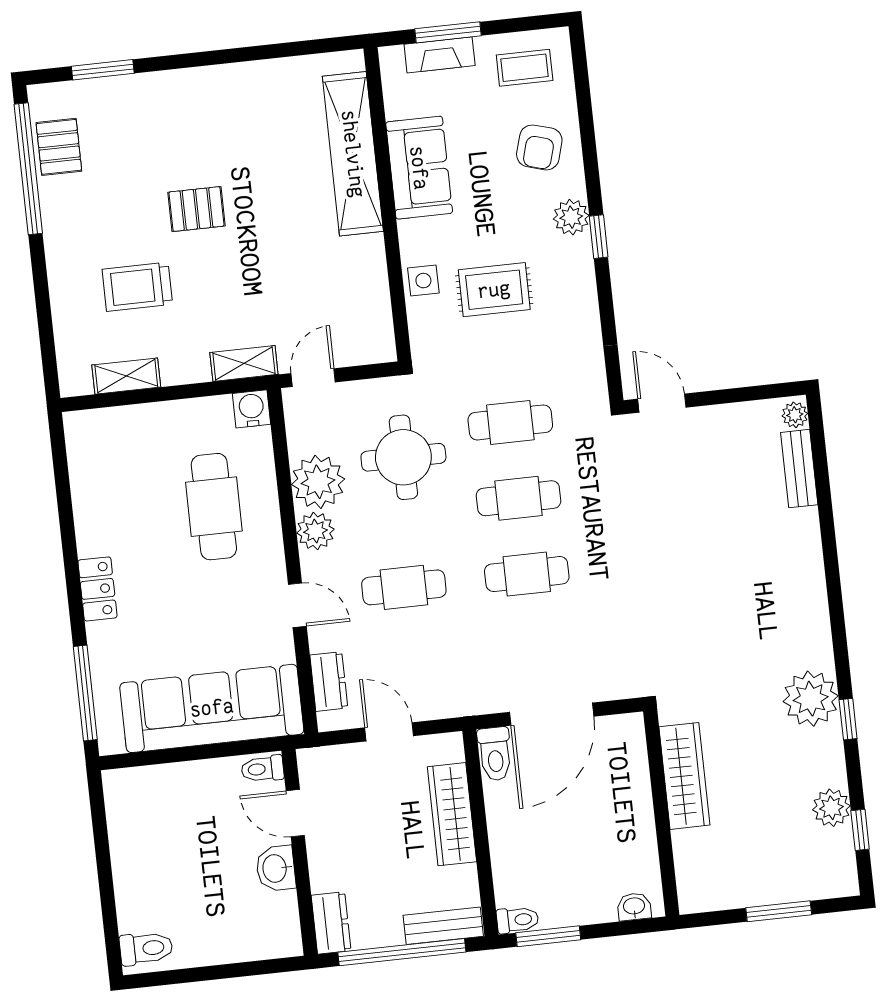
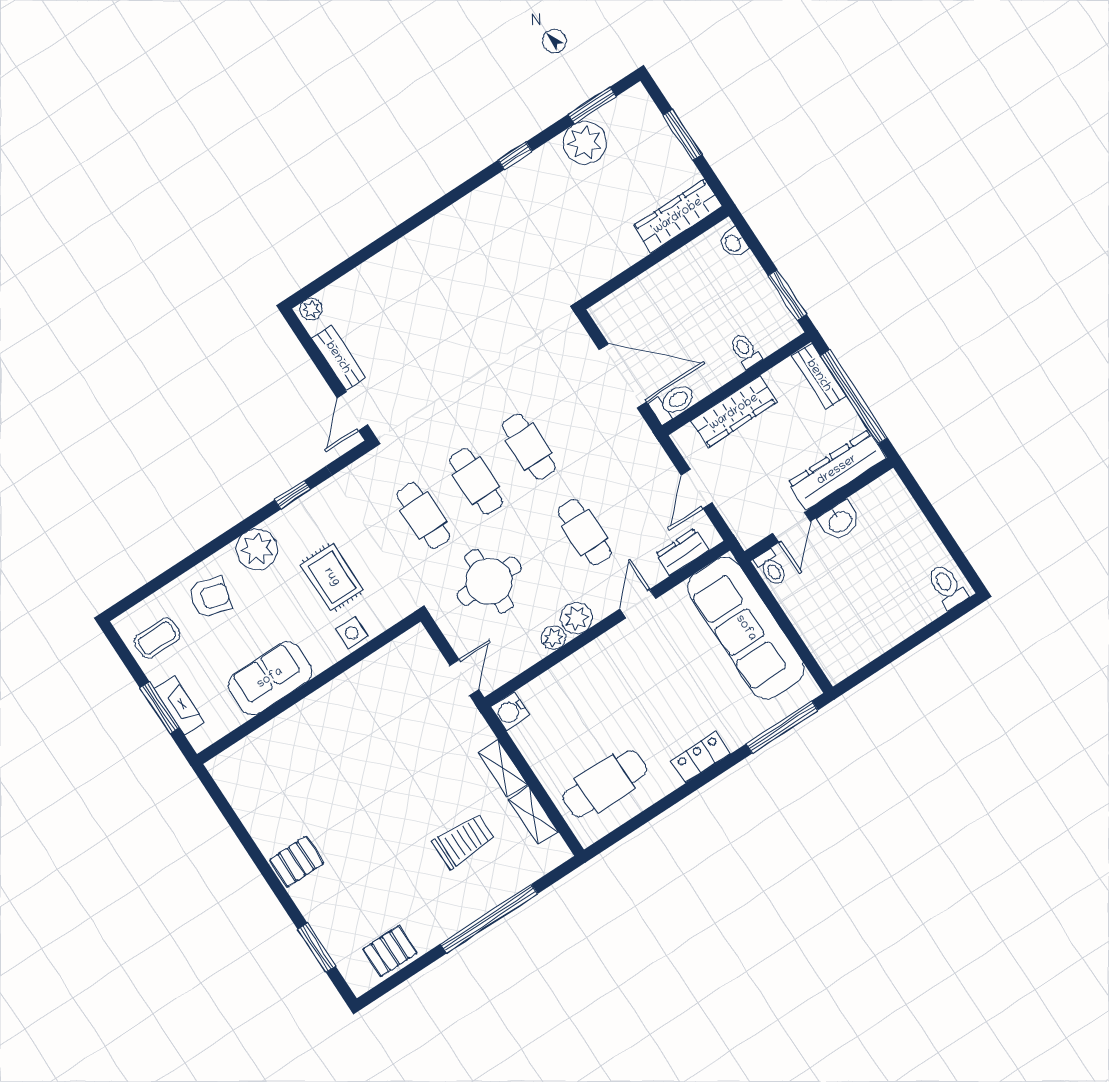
coffee table: (525, 68) -> (157, 638), turned 90
shelving: (353, 154) -> (285, 732), removed
window: (28, 169) -> (489, 919), moved
pallet: (196, 209) -> (297, 861), moved, turned 90
plant: (571, 217) -> (257, 549), width x1.36, depth x1.36
window: (599, 237) -> (292, 495), moved
trolley: (137, 287) -> (463, 841), turned -90
shelving: (244, 363) -> (502, 768), moved
door: (313, 378) -> (464, 677), swing flipped
bench: (799, 469) -> (338, 358), moved, turned 90
plant: (318, 482) -> (554, 638), width x0.53, depth x0.53
cafe table: (214, 507) -> (605, 783), moved
plant: (811, 699) -> (514, 191), removed
wardrobe: (684, 776) -> (678, 216), moved
plant: (831, 808) -> (585, 143), width x1.36, depth x1.36
window: (860, 830) -> (592, 105), width x1.50
toilet: (518, 920) -> (745, 351), moved
dresser: (331, 923) -> (837, 470), width x1.96, depth x1.24

